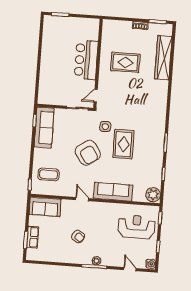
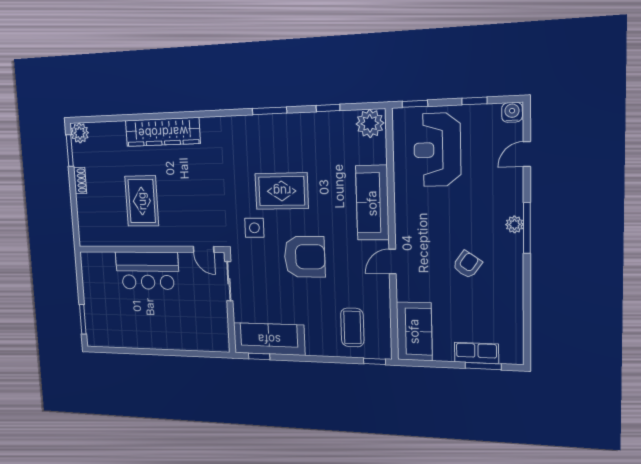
plant: (167, 30) -> (80, 133), added
wardrobe: (163, 58) -> (163, 132), moved
armchair: (88, 153) -> (305, 257), turned 34

